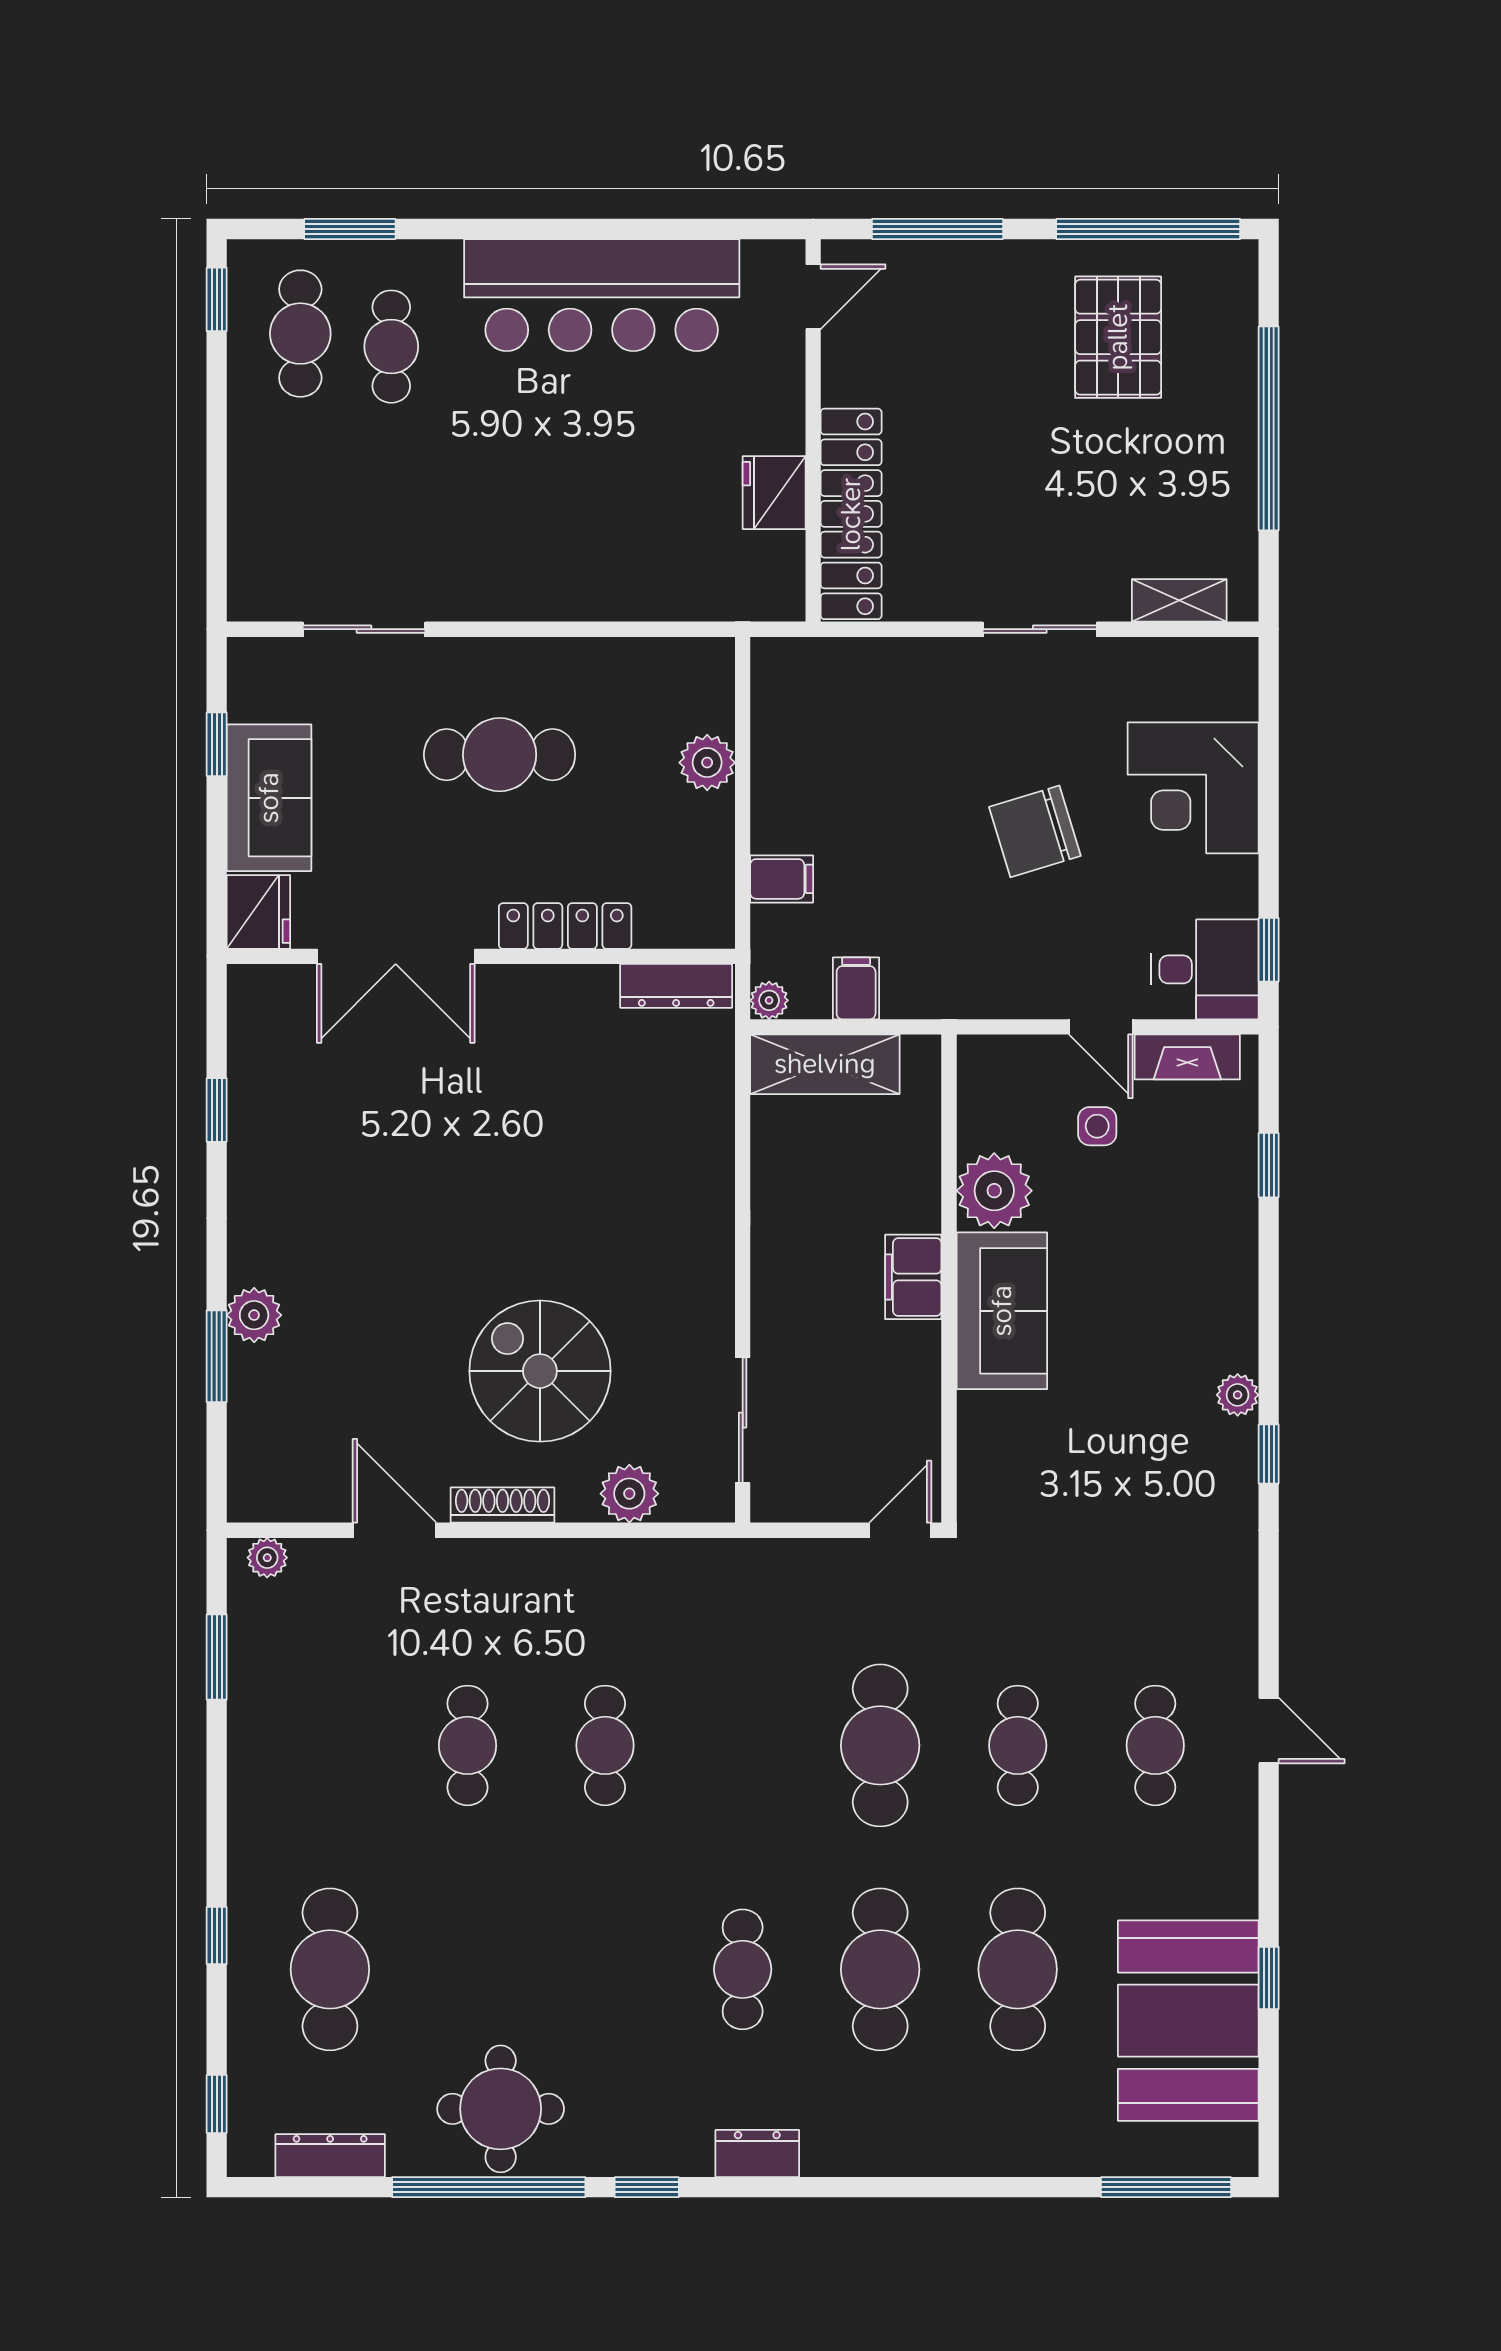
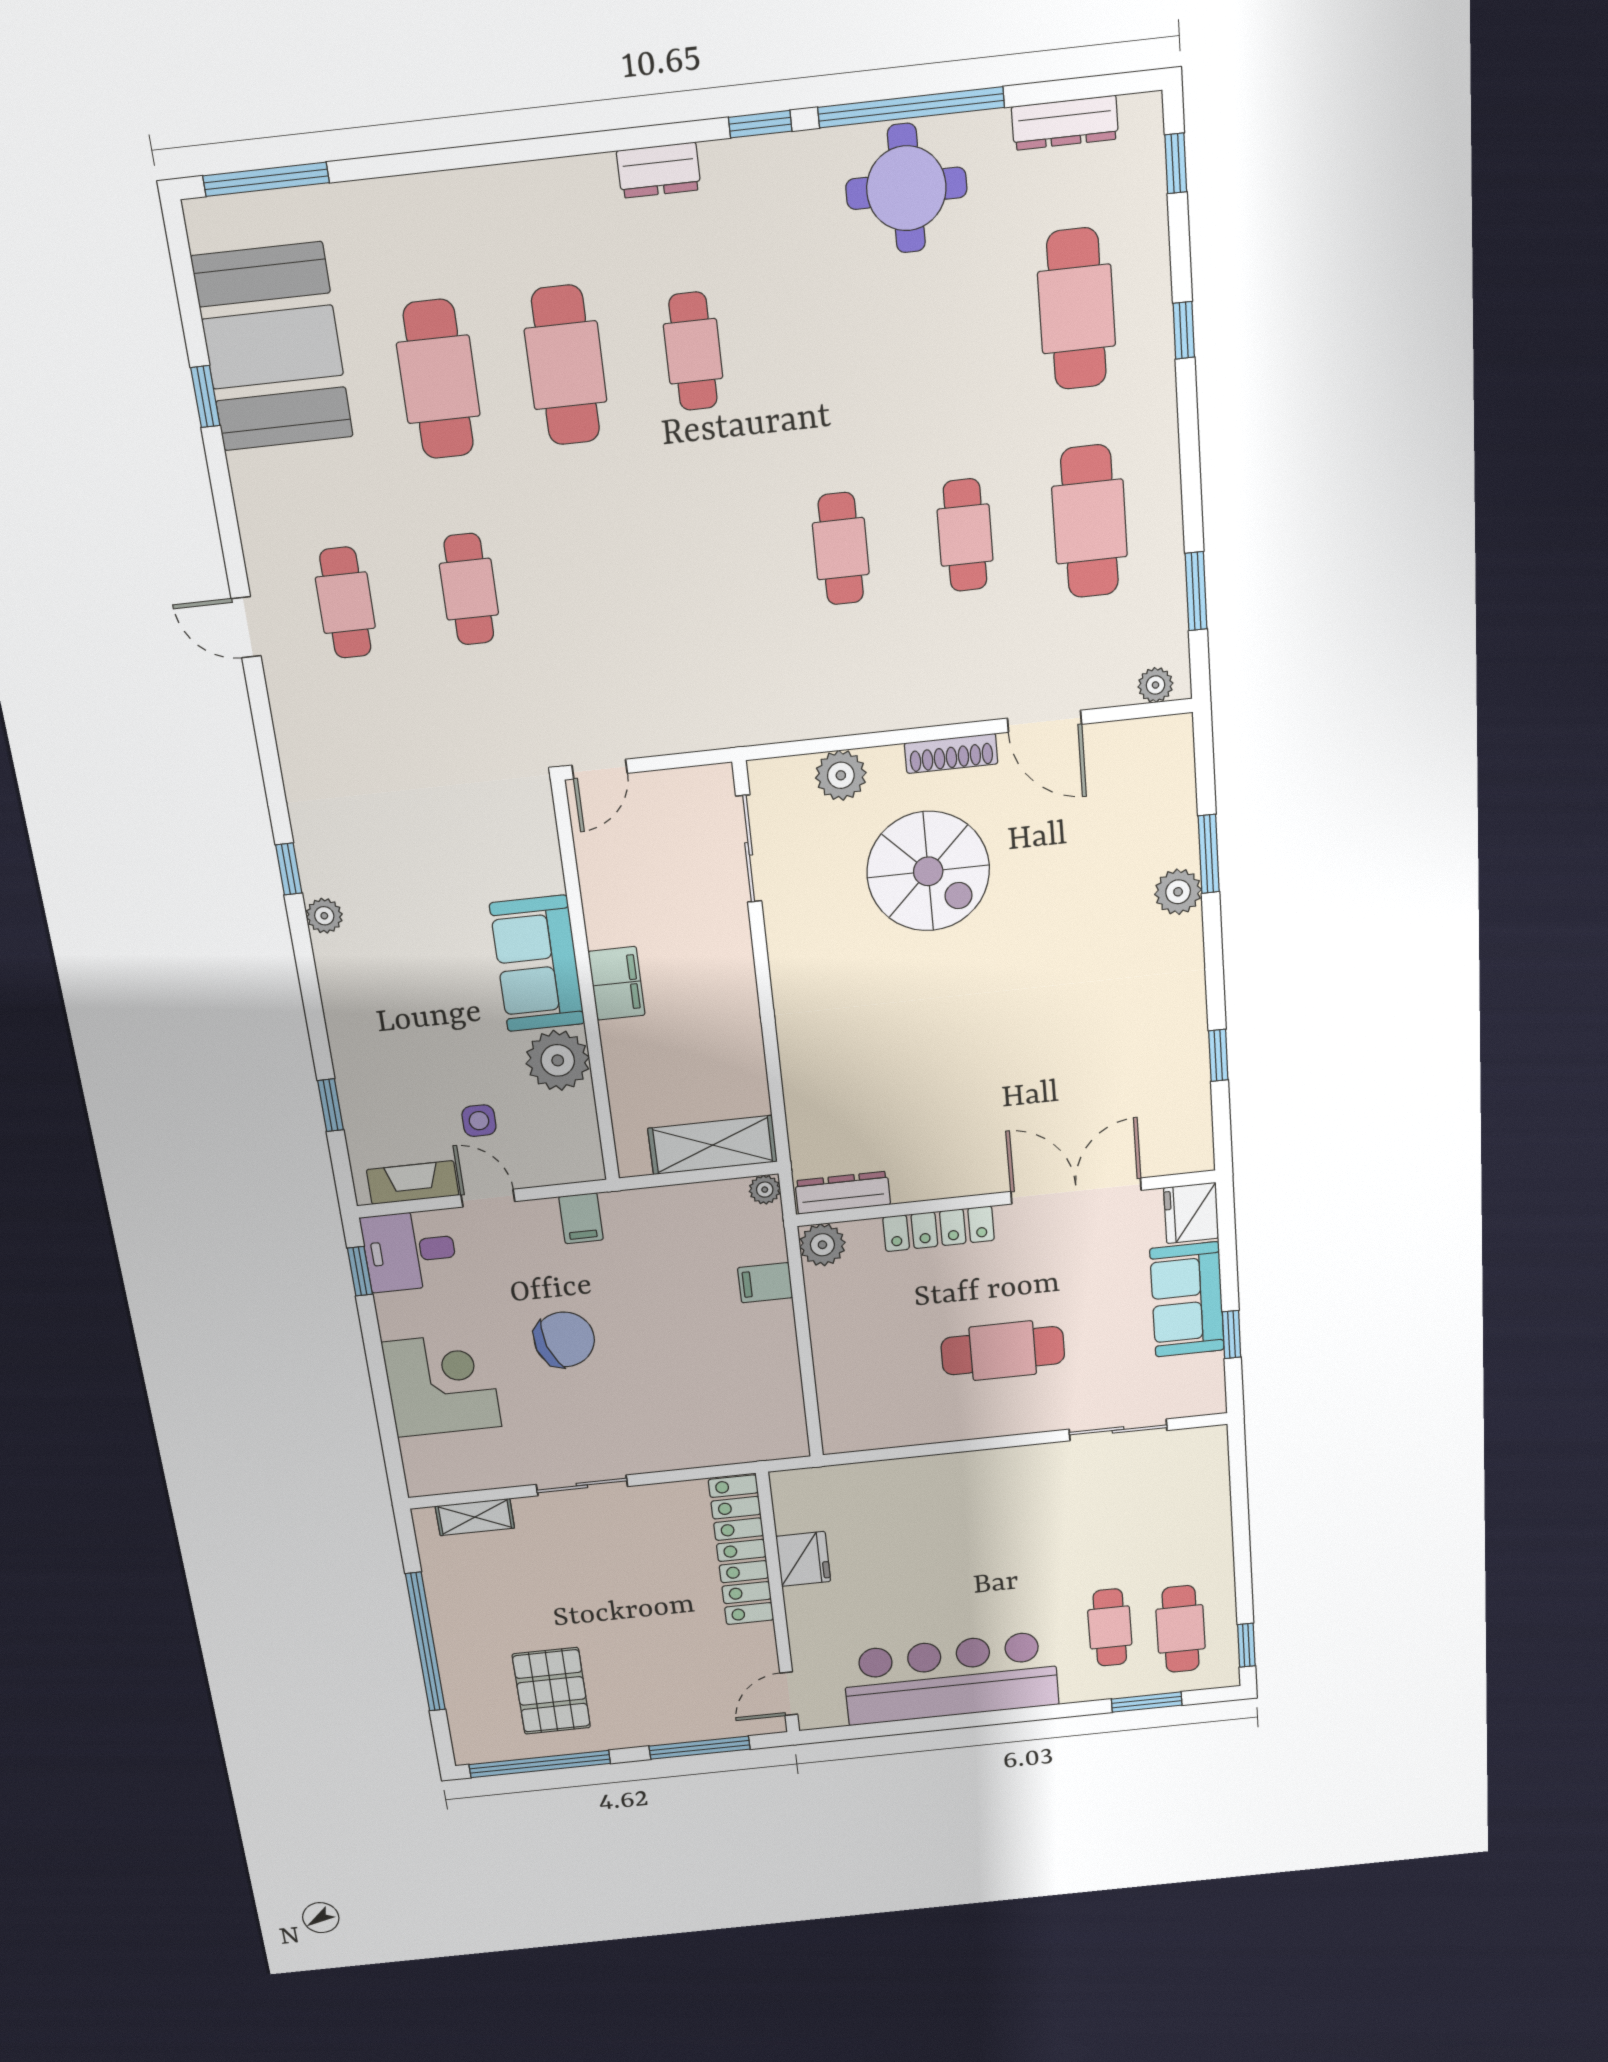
plant: (707, 763) -> (822, 1245), moved
filing cabinet: (856, 988) -> (581, 1218), moved
cafe table: (880, 1745) -> (1090, 522), moved

